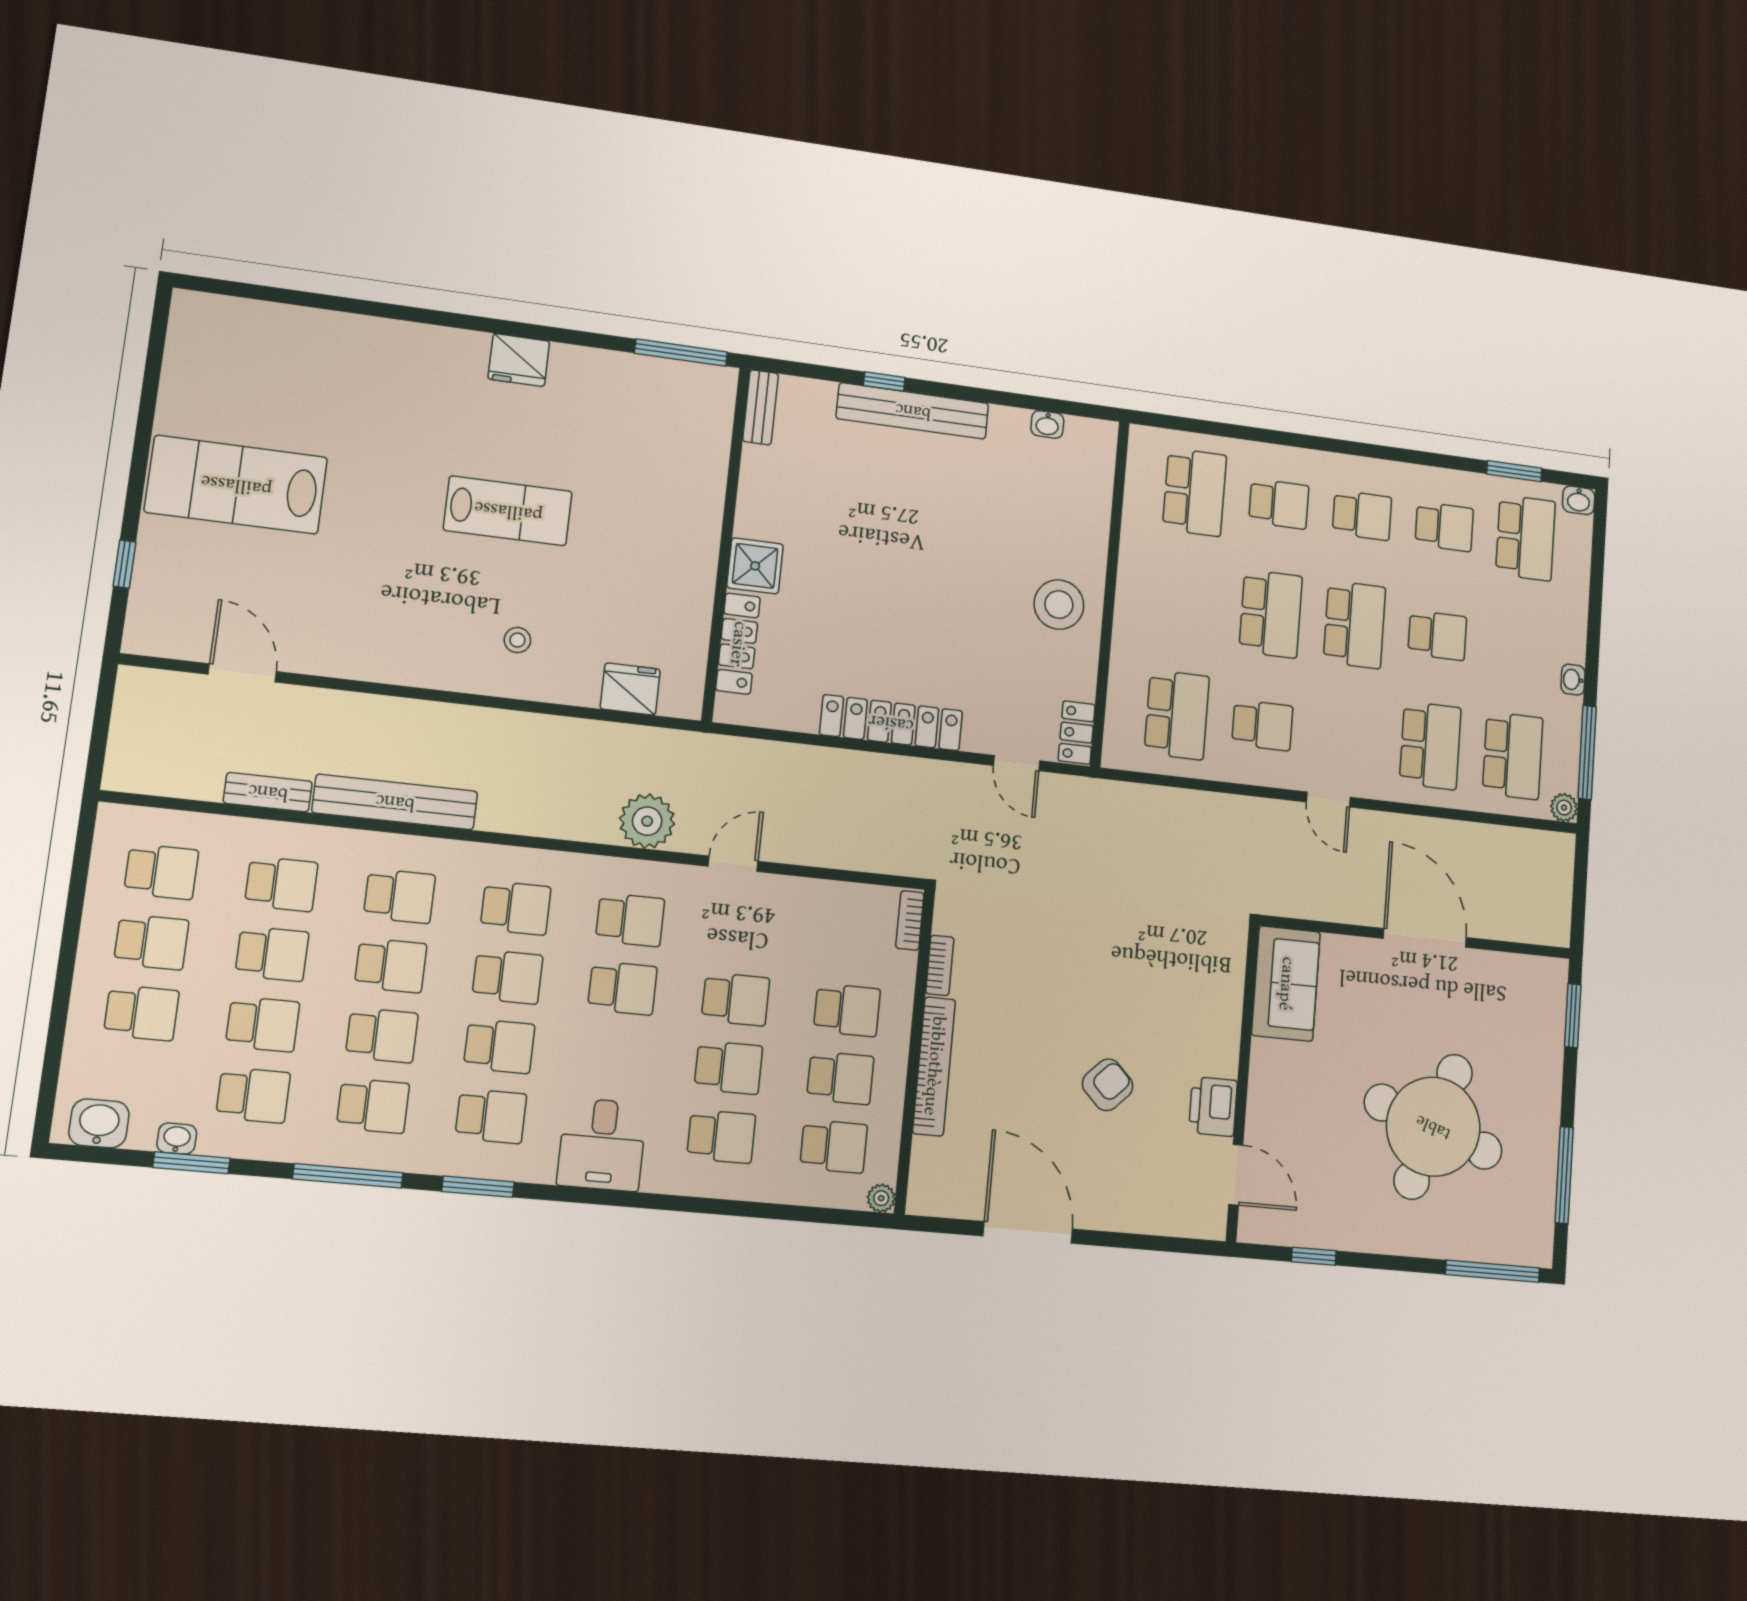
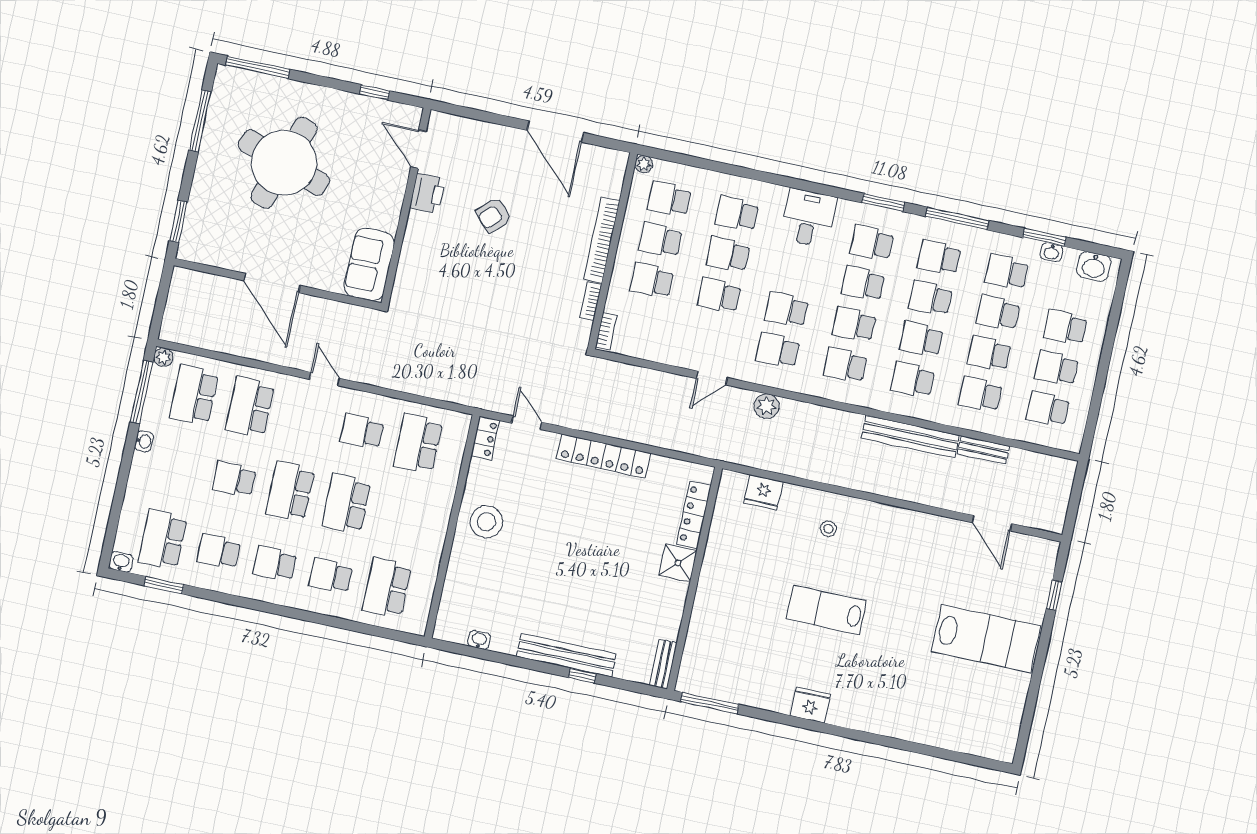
plant: (647, 821) -> (767, 406), width x0.73, depth x0.73

